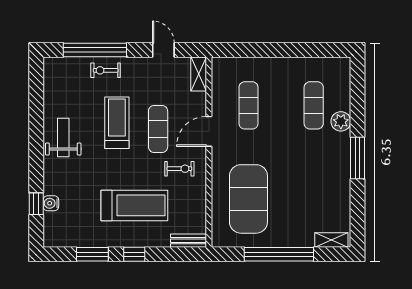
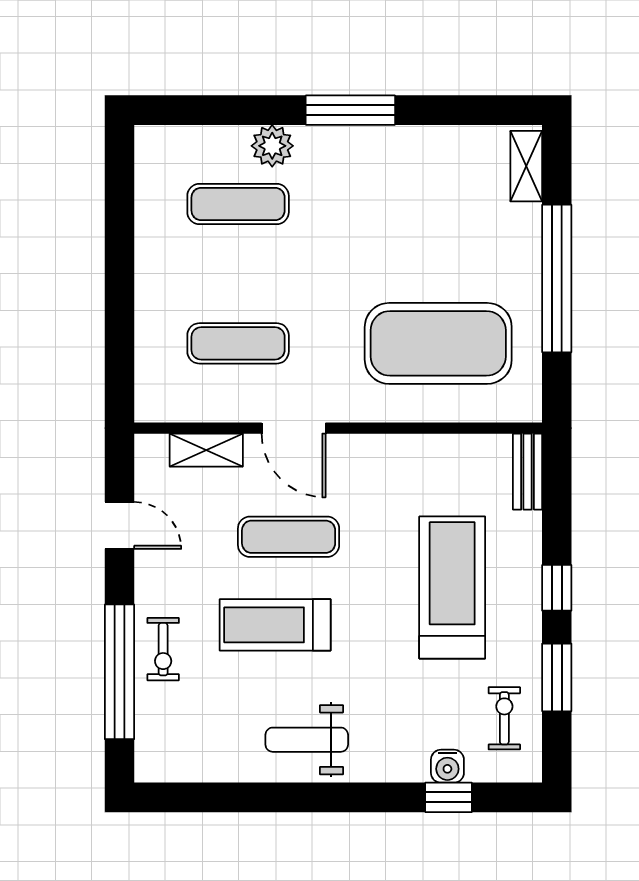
door: (163, 50) -> (119, 525), swing flipped
shelving: (199, 74) -> (206, 450), moved
exercise bike: (179, 169) -> (504, 718), moved

